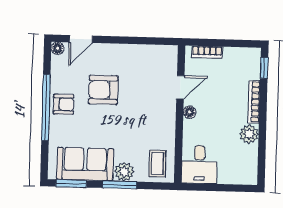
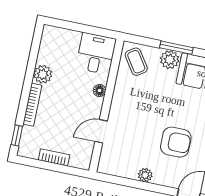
plant: (128, 51) -> (145, 175), added
bookcase: (207, 52) -> (54, 157), moved
floor lamp: (190, 112) -> (100, 90), moved
coffee table: (157, 164) -> (136, 62), turned -34

